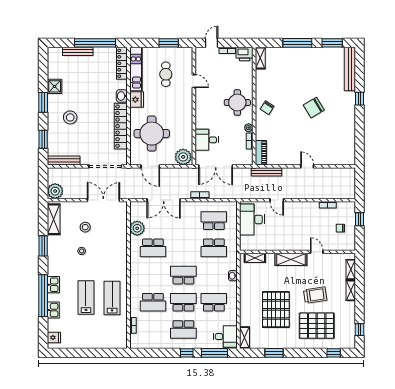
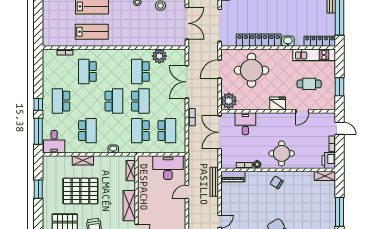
fridge: (137, 100) -> (278, 103), moved, turned 180
school desk: (183, 302) -> (140, 101), moved
shelving: (244, 338) -> (83, 160), moved

